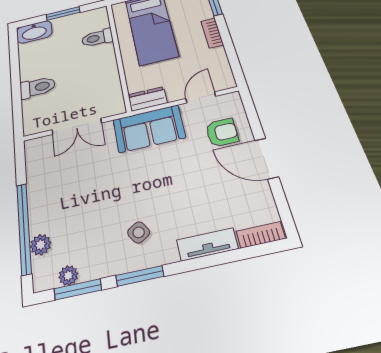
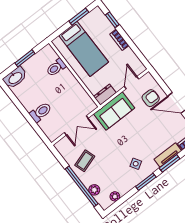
coffee table: (56, 187) -> (85, 161), added
window: (78, 289) -> (170, 163), moved

